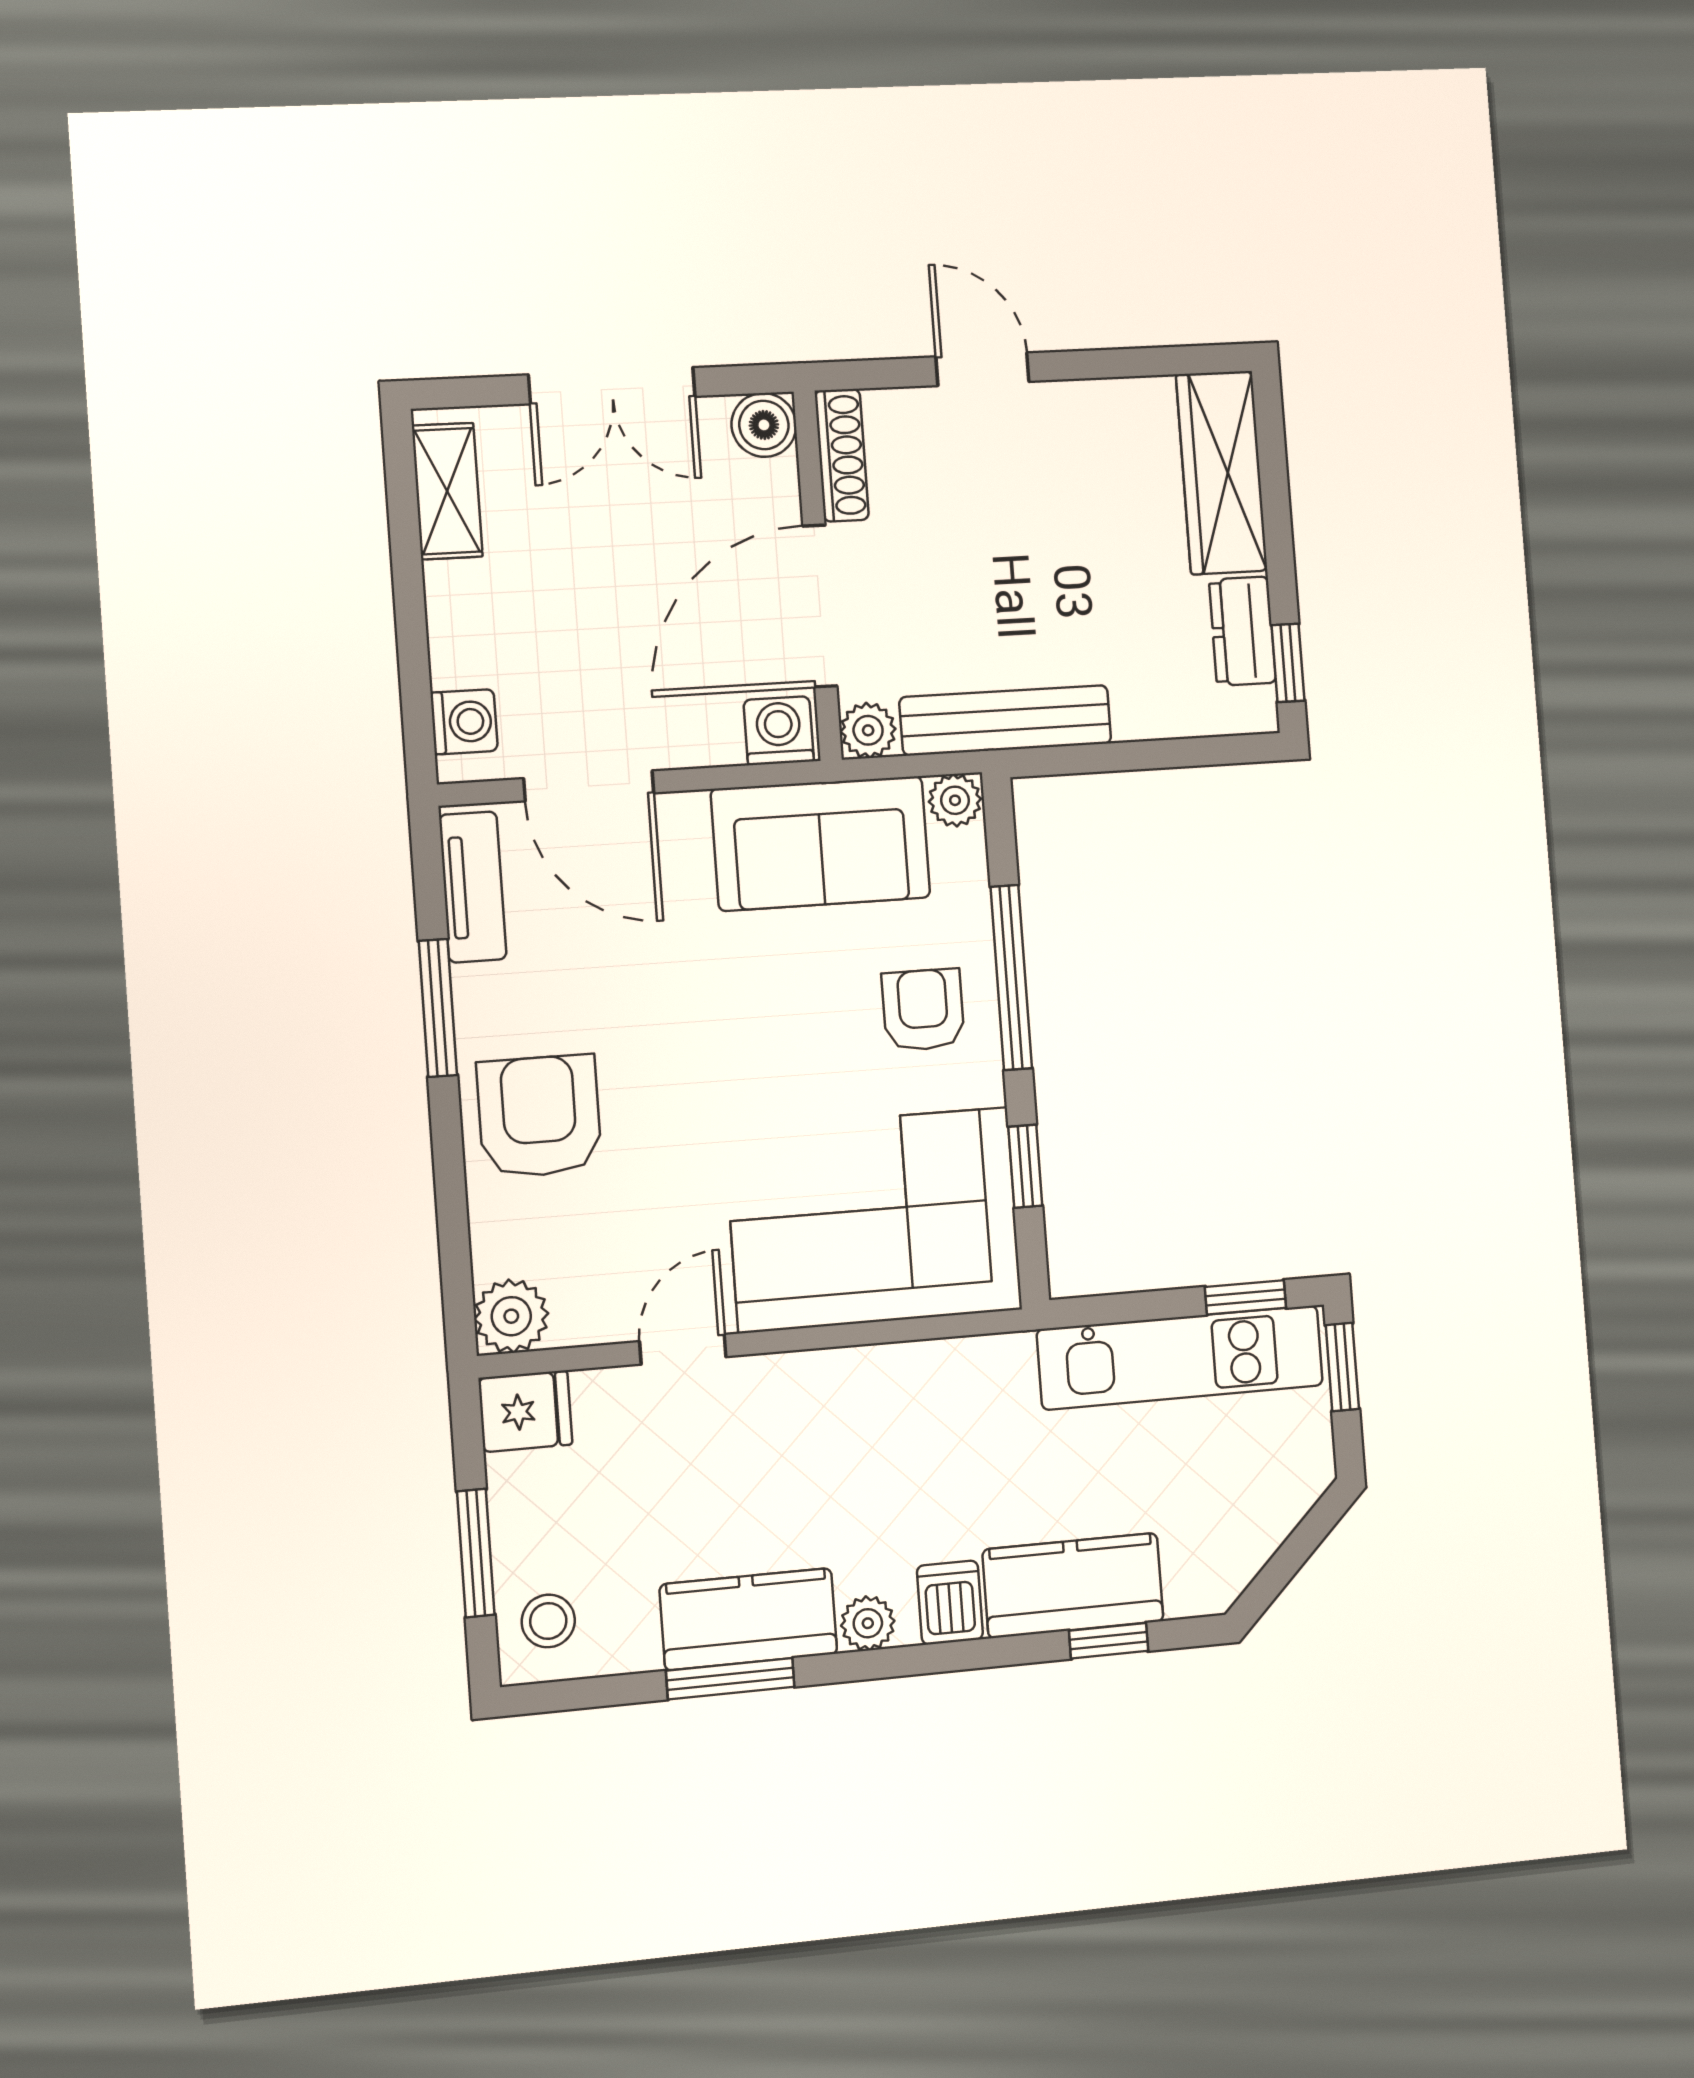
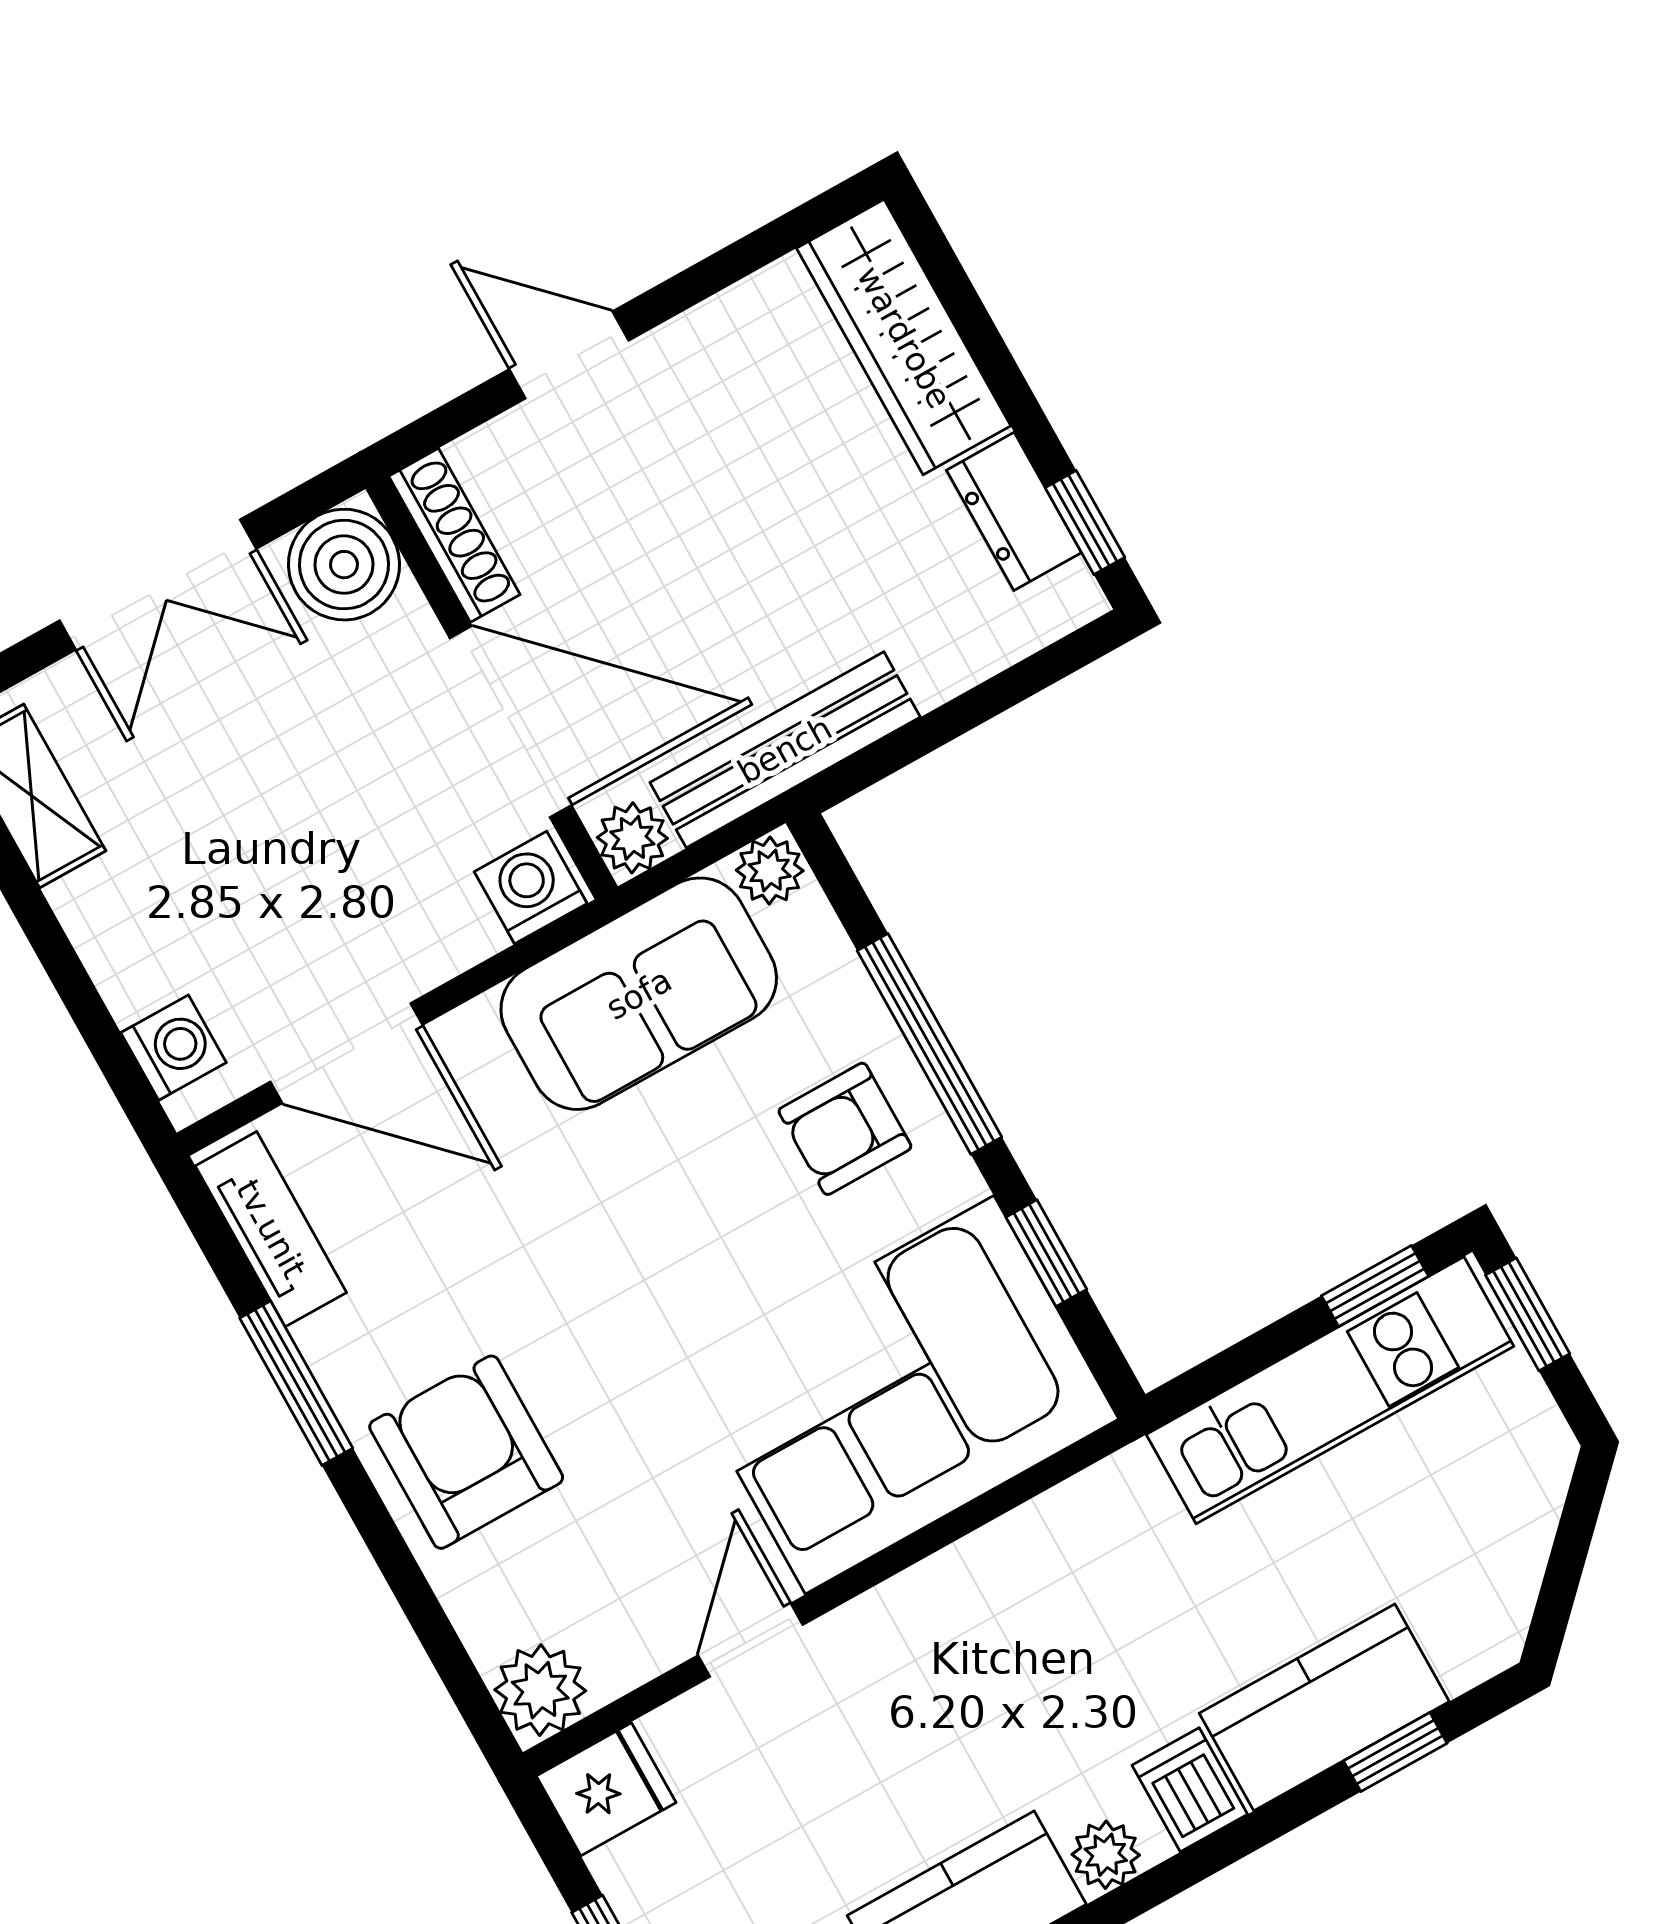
boiler: (764, 425) -> (344, 565), width x1.36, depth x1.36
door: (820, 606) -> (511, 722), swing flipped
armchair: (923, 1010) -> (845, 1129), turned -90

